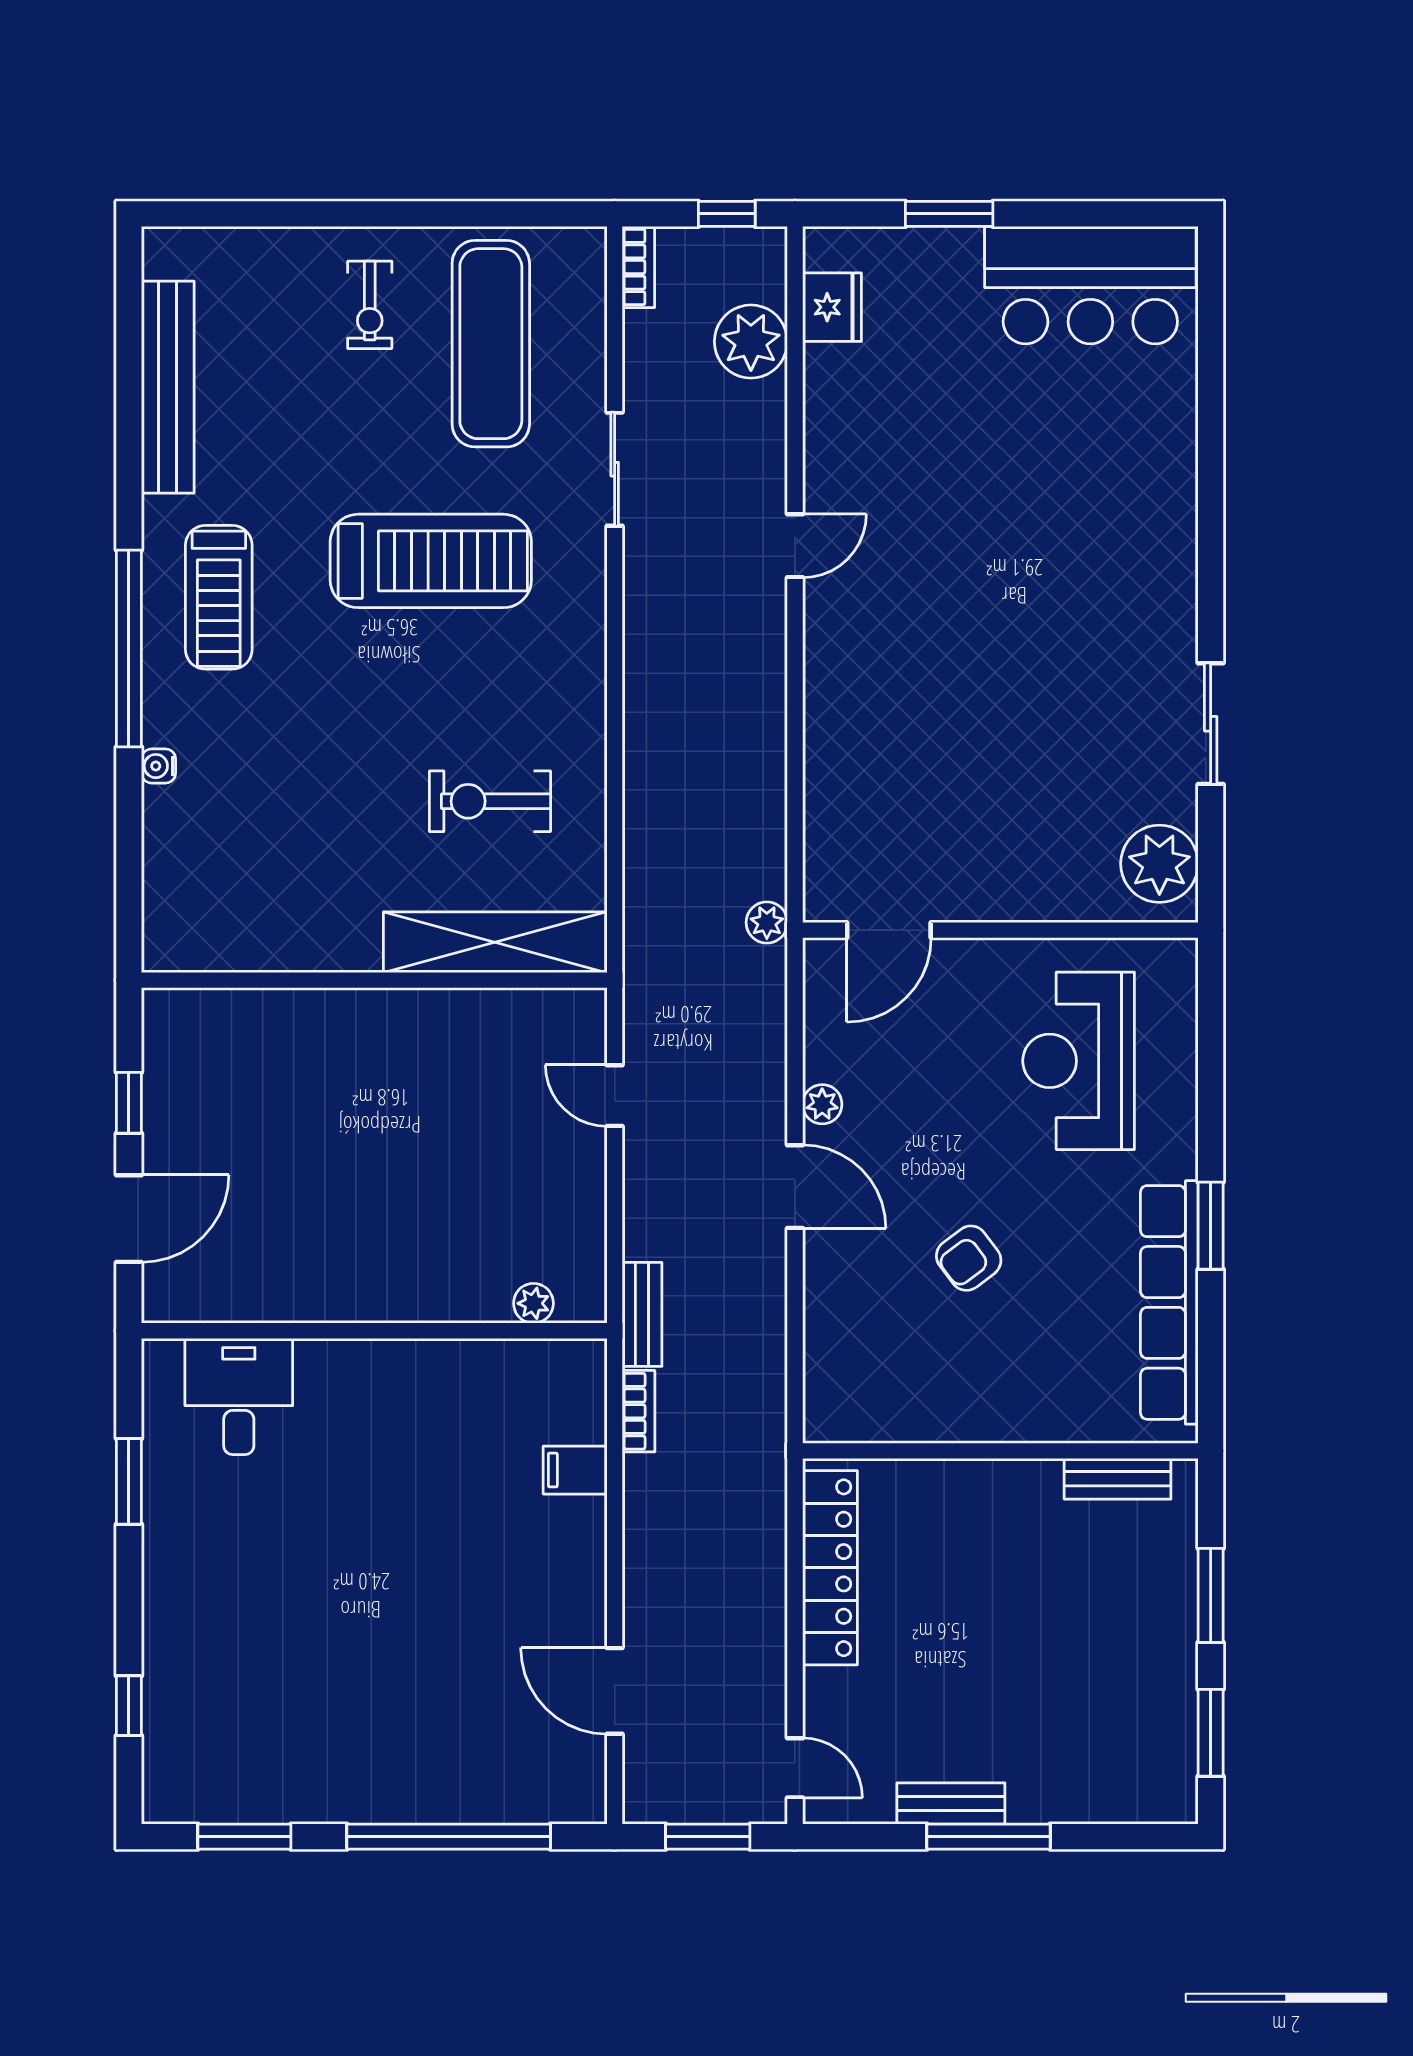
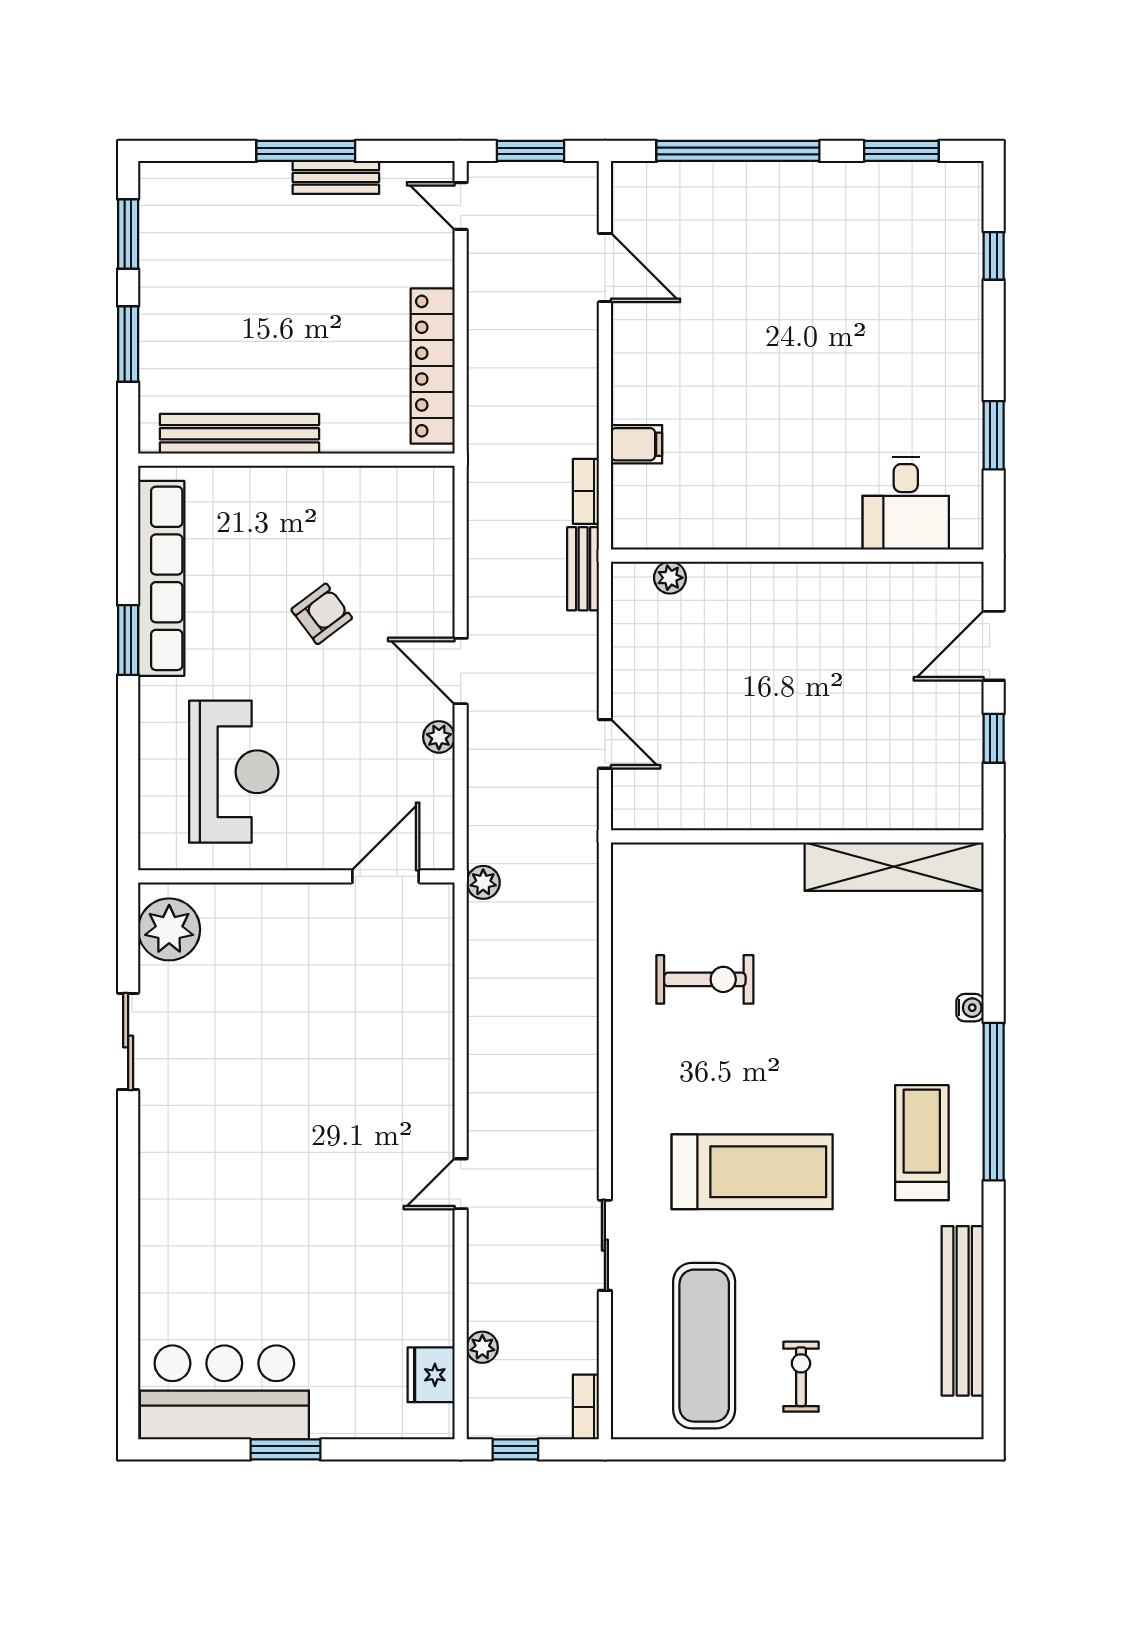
window: (949, 214) -> (285, 1449), moved
plant: (751, 342) -> (482, 1347), width x0.53, depth x0.53
treadmill: (431, 561) -> (752, 1172), turned 180
shelving: (495, 942) -> (894, 867), moved
bench: (1118, 1479) -> (239, 434), width x1.86, depth x1.21

